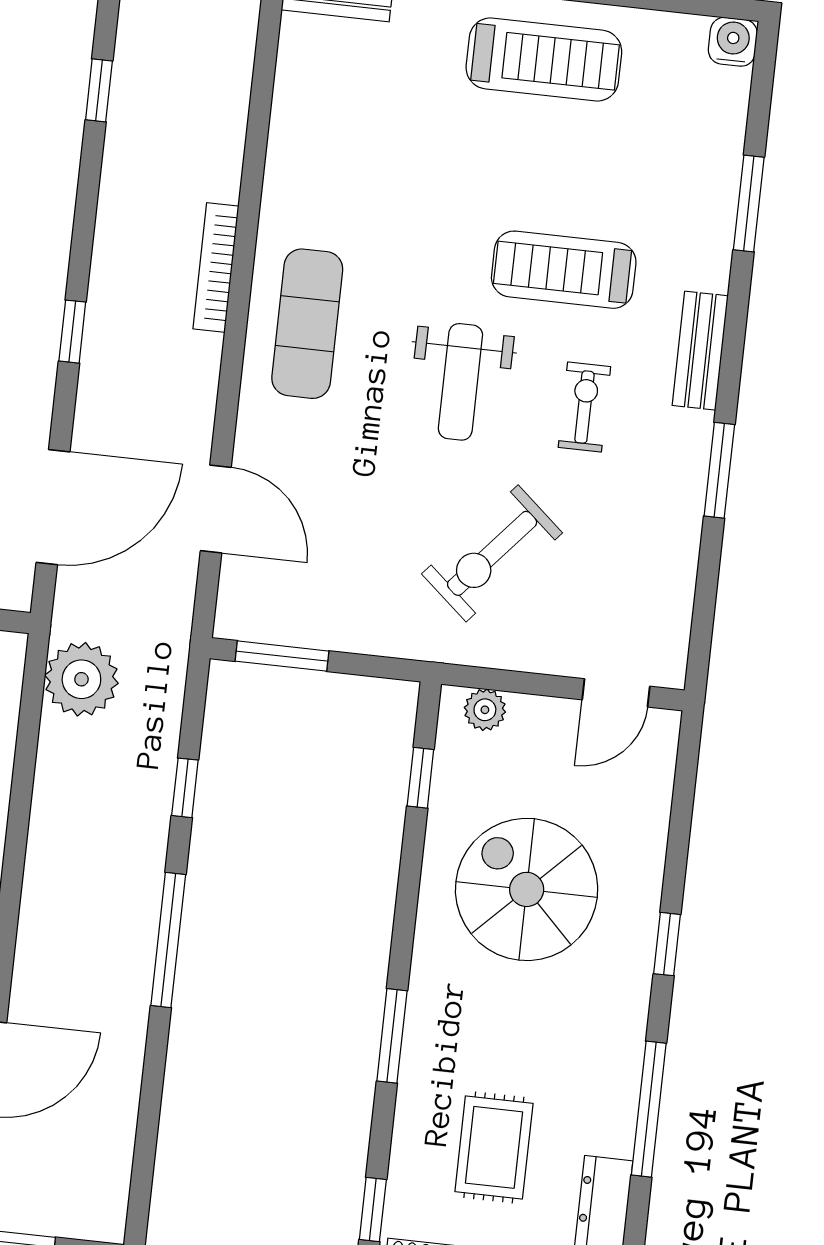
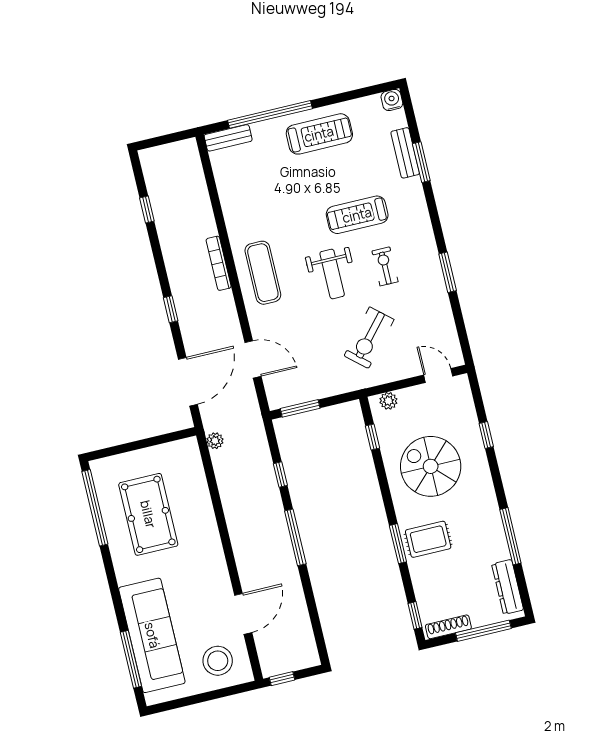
bench: (700, 351) -> (405, 153), moved
plant: (81, 679) -> (215, 441), width x0.53, depth x0.53
door: (616, 693) -> (438, 376), swing flipped
window: (667, 944) -> (486, 435), moved
rug: (494, 1147) -> (428, 539), moved, turned 90

